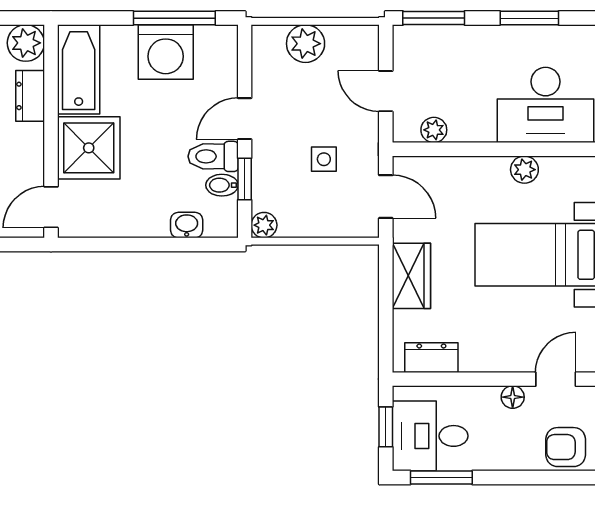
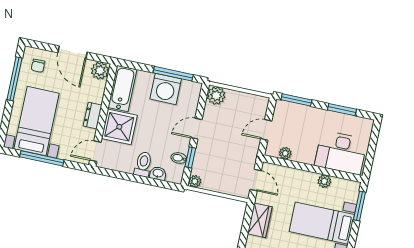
plant: (306, 44) -> (216, 96), moved
door: (386, 91) -> (266, 130), hinge flipped
dresser: (30, 96) -> (93, 116), moved
toilet: (213, 156) -> (143, 164), moved, turned 90
side table: (324, 159) -> (230, 156), removed

